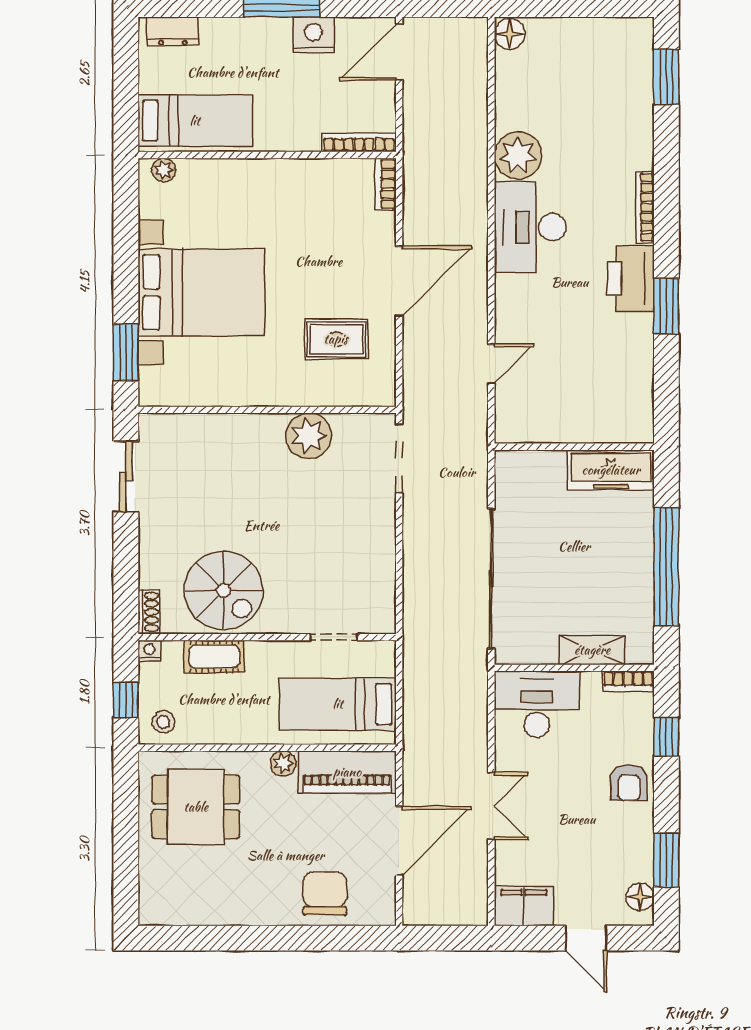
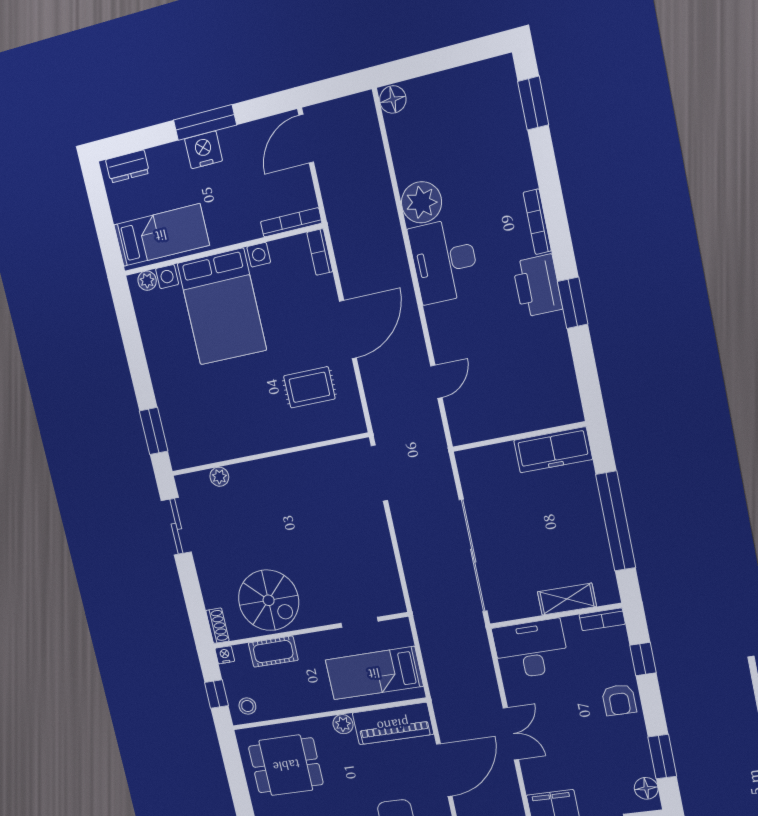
nightstand: (314, 35) -> (204, 150), moved
bed with nightstands: (201, 292) -> (222, 307), moved, turned 90
plant: (309, 436) -> (219, 477), moved, width x0.53, depth x0.53

